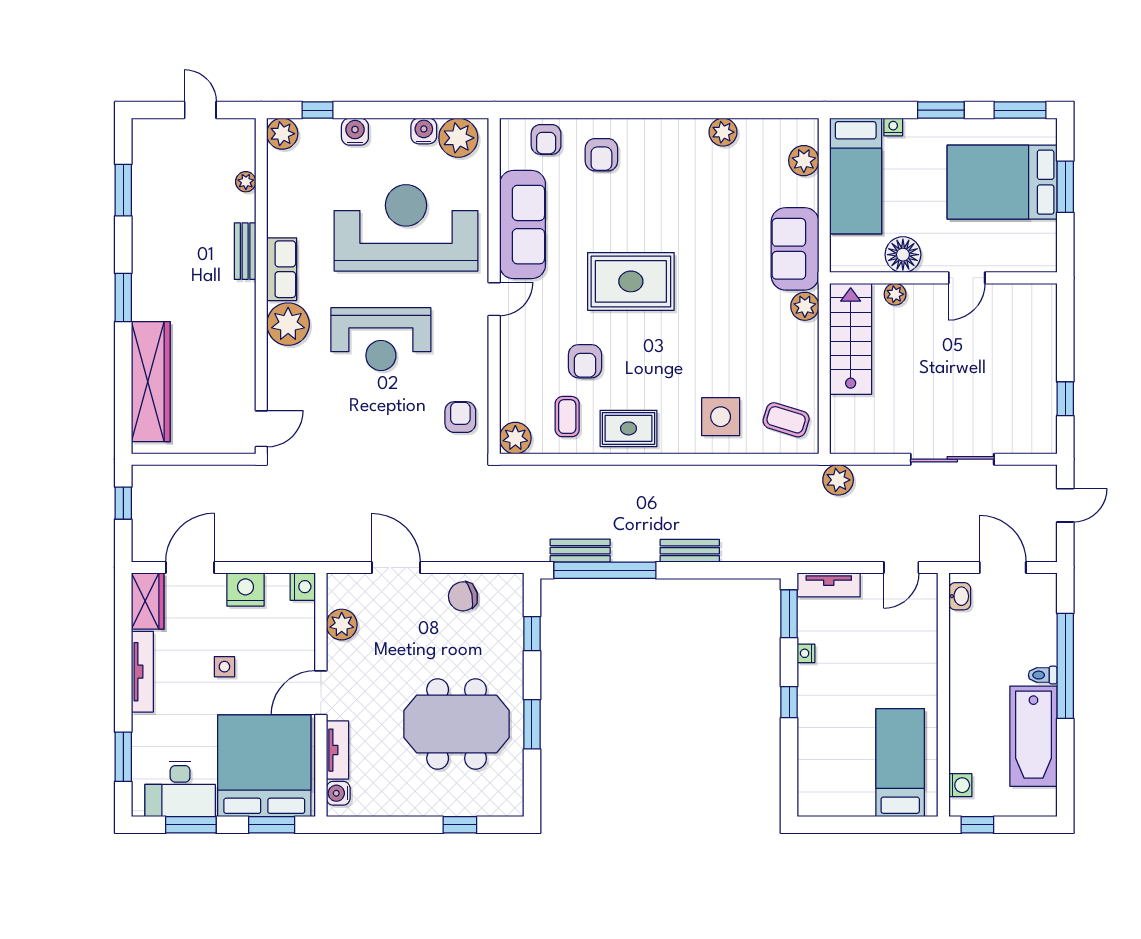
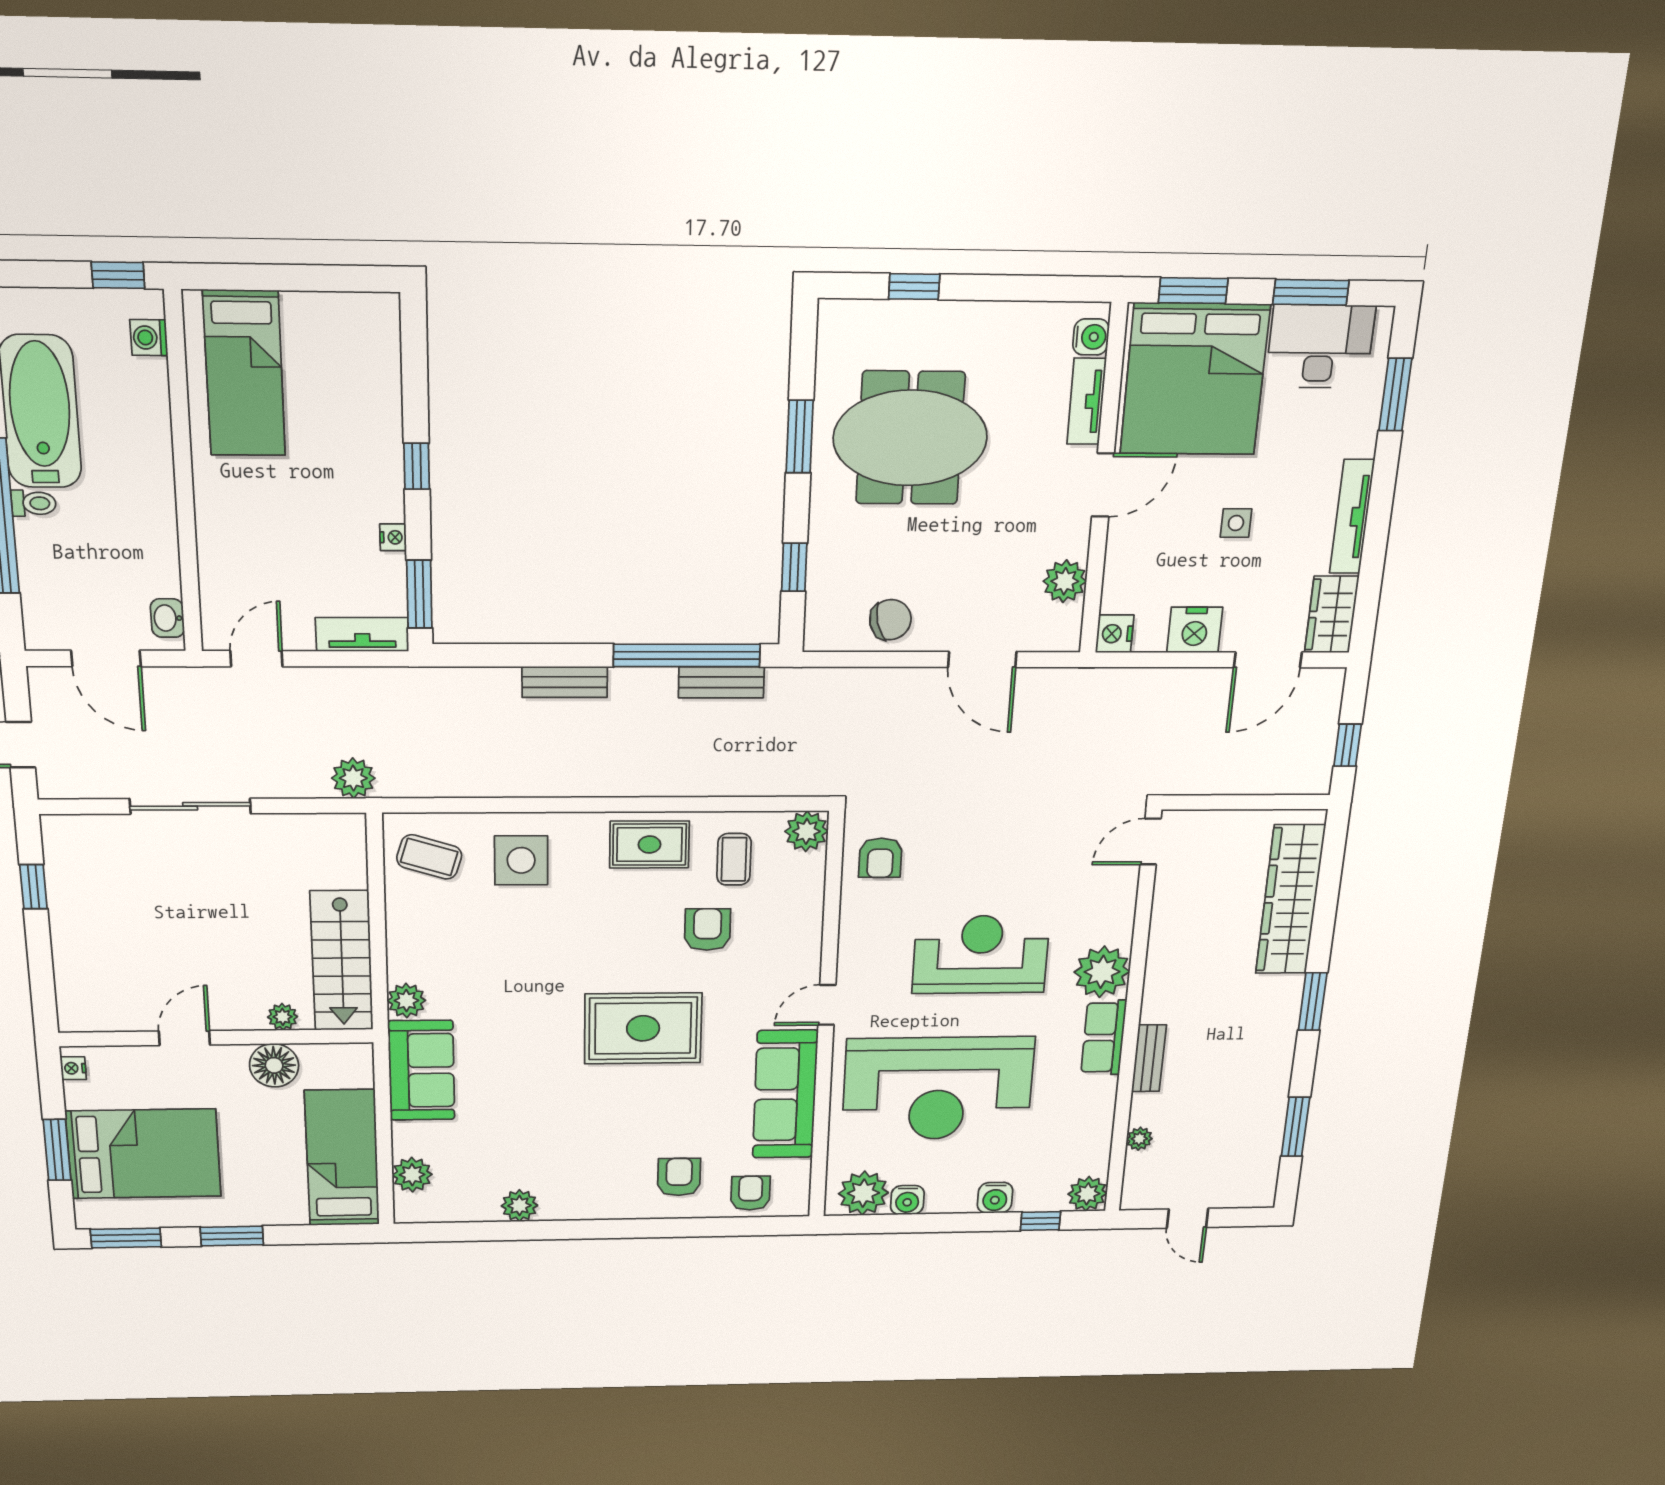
nightstand: (893, 127) -> (73, 1068), moved, turned 90

